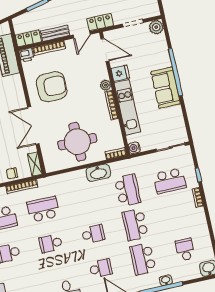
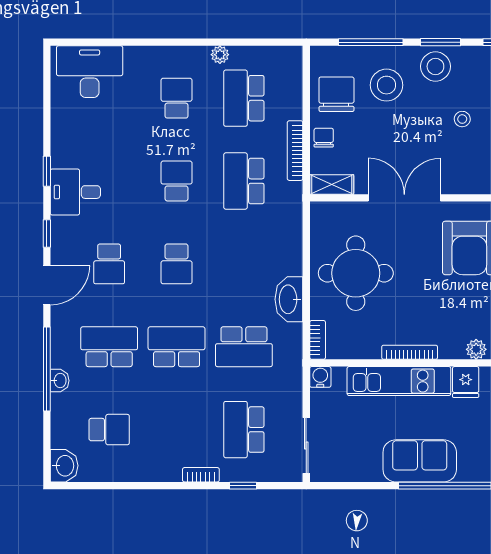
plant: (105, 85) -> (476, 349), moved
school desk: (43, 209) -> (244, 181), turned 180

